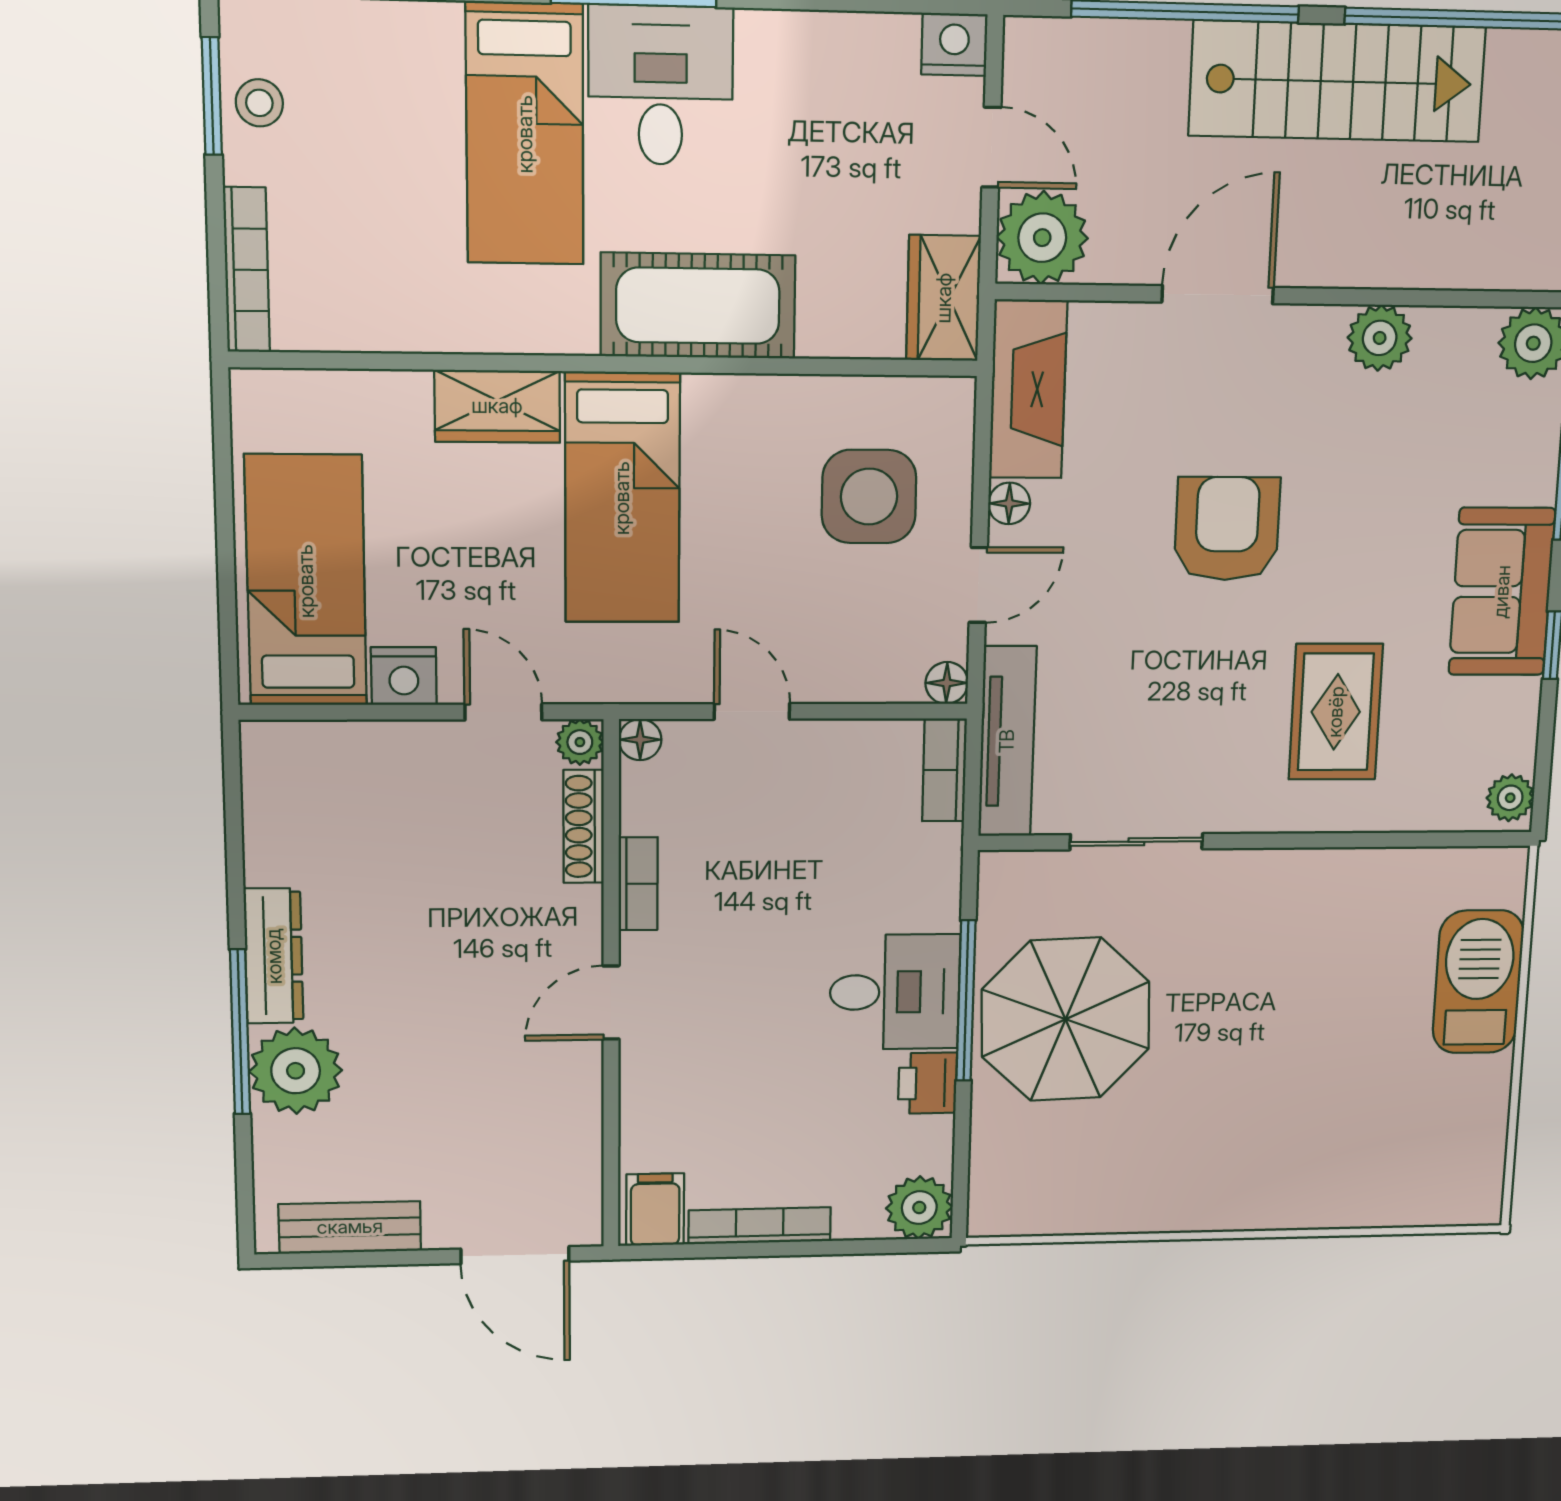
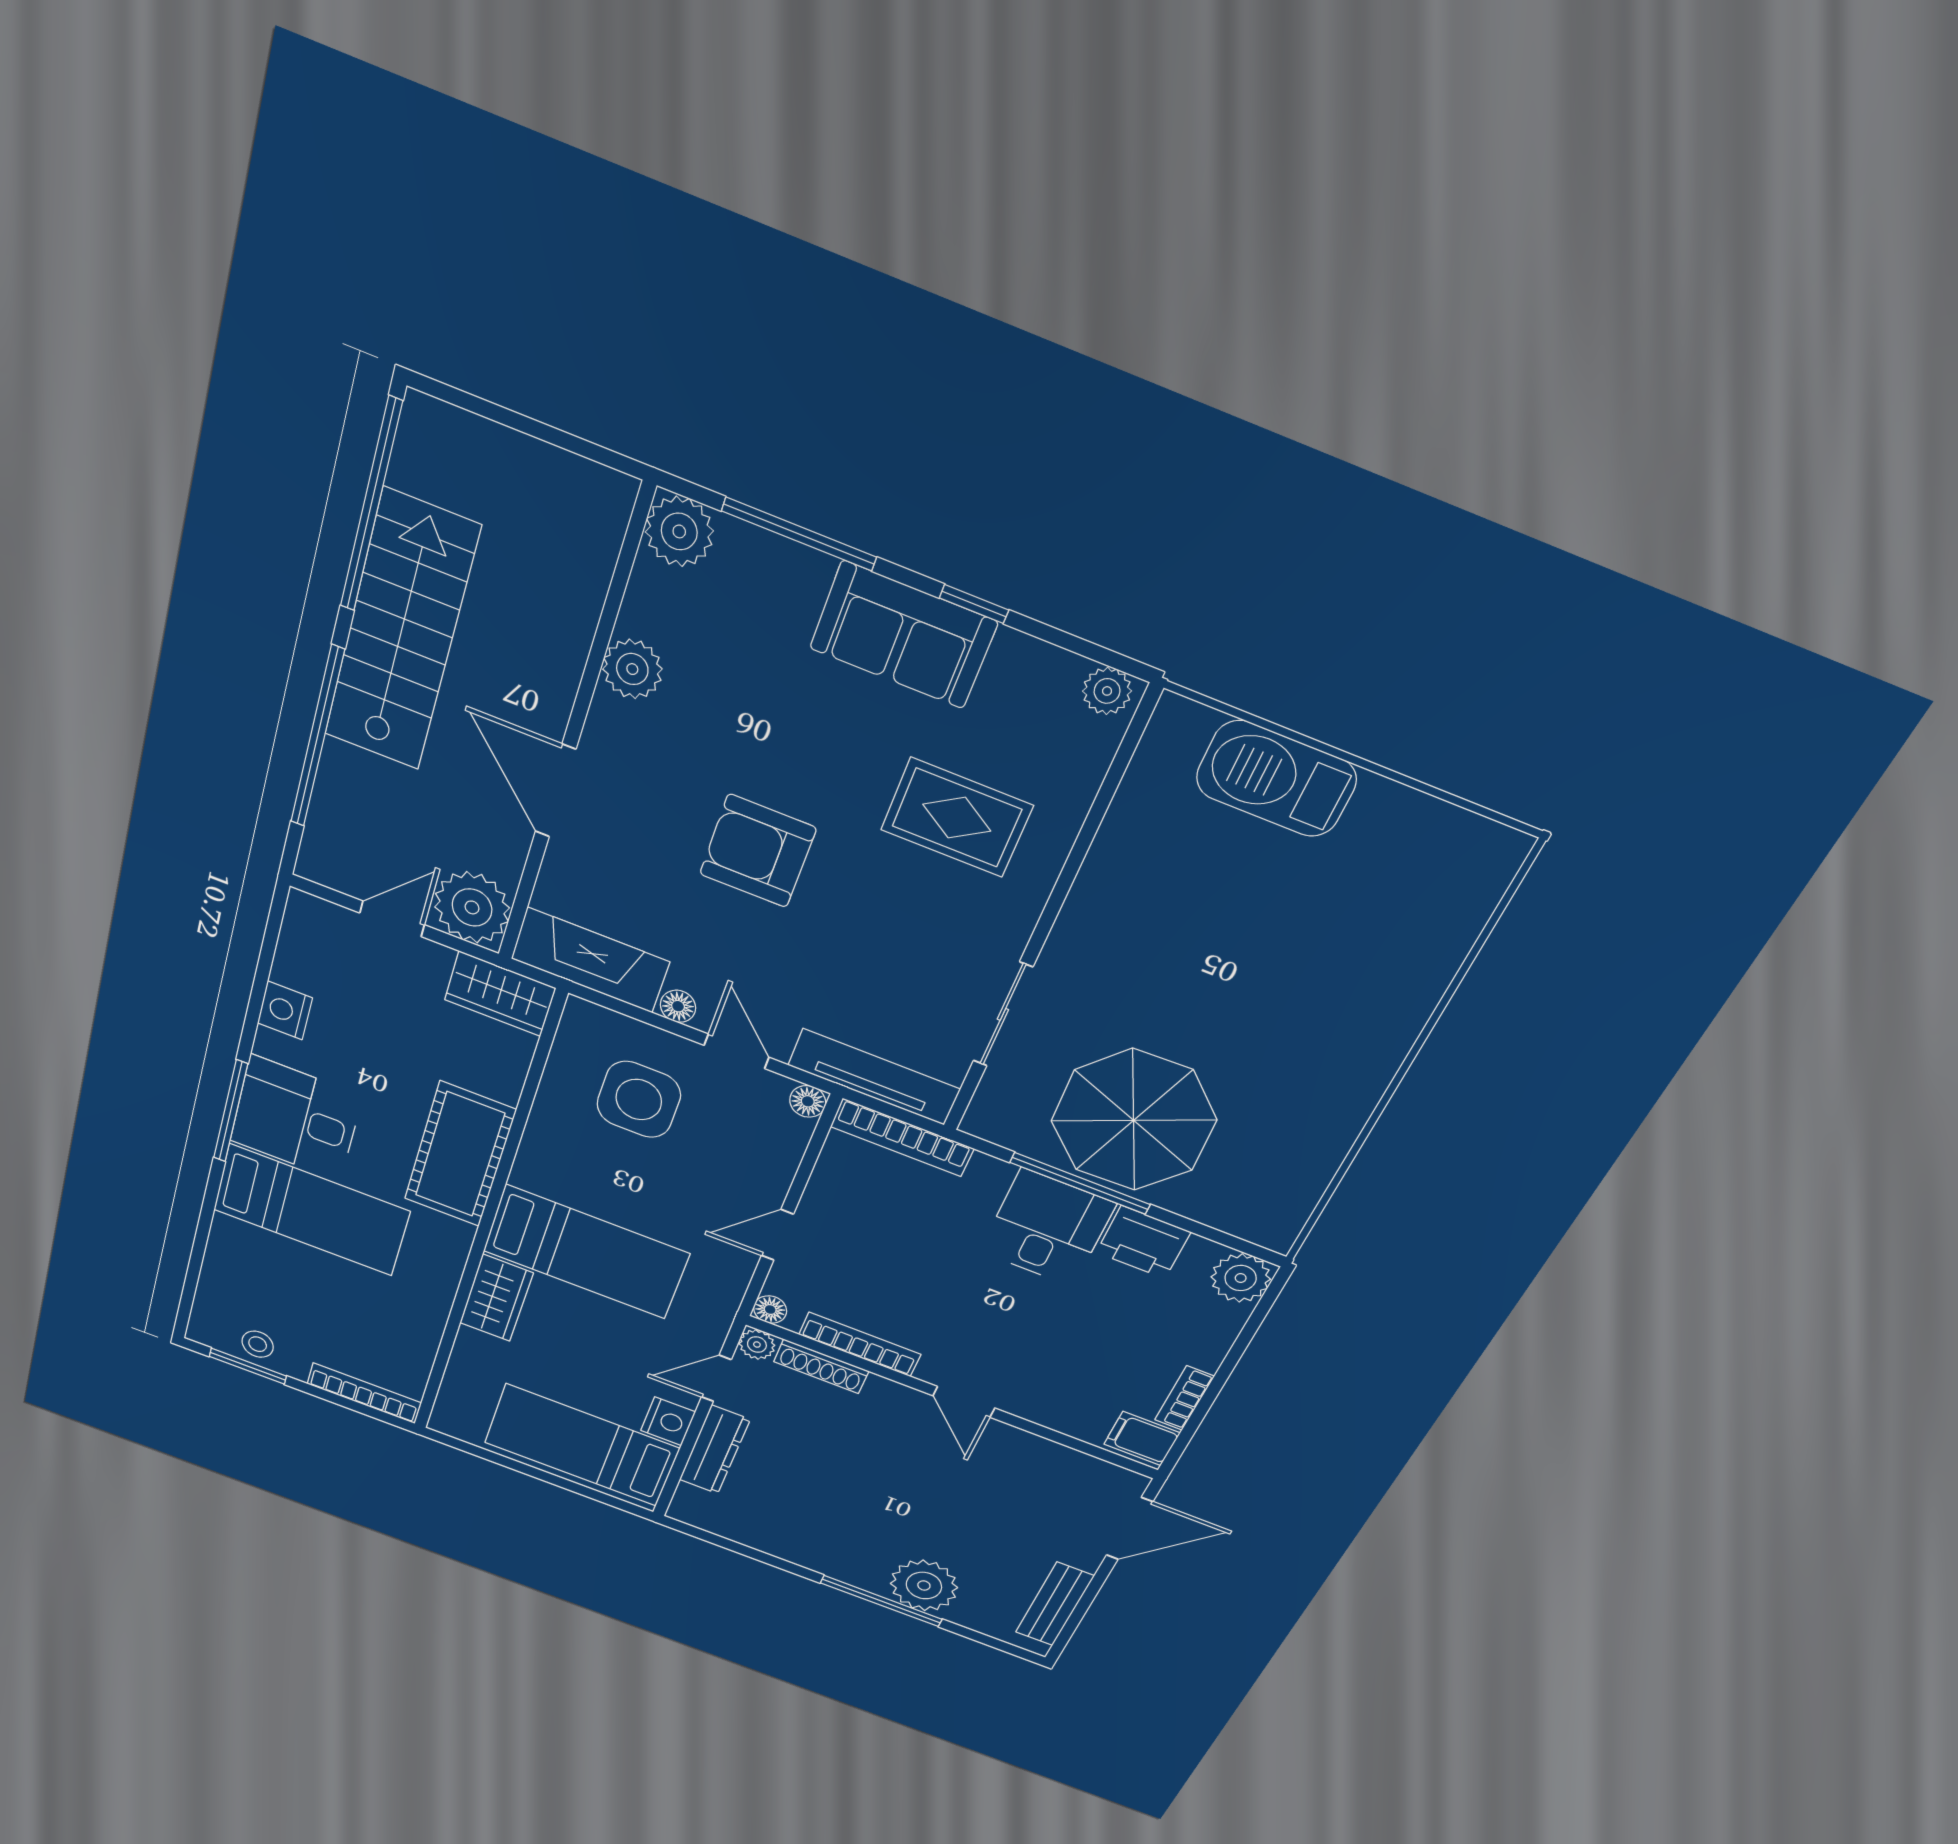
nightstand: (954, 44) -> (285, 1010), moved
bookcase: (944, 770) -> (902, 1138), width x1.56
bookcase: (638, 884) -> (860, 1344), width x1.56
dresser: (274, 956) -> (714, 1450), moved, turned 90
printer: (927, 1083) -> (1143, 1242), width x1.36, depth x1.24
bookcase: (760, 1226) -> (1184, 1398), width x0.64

